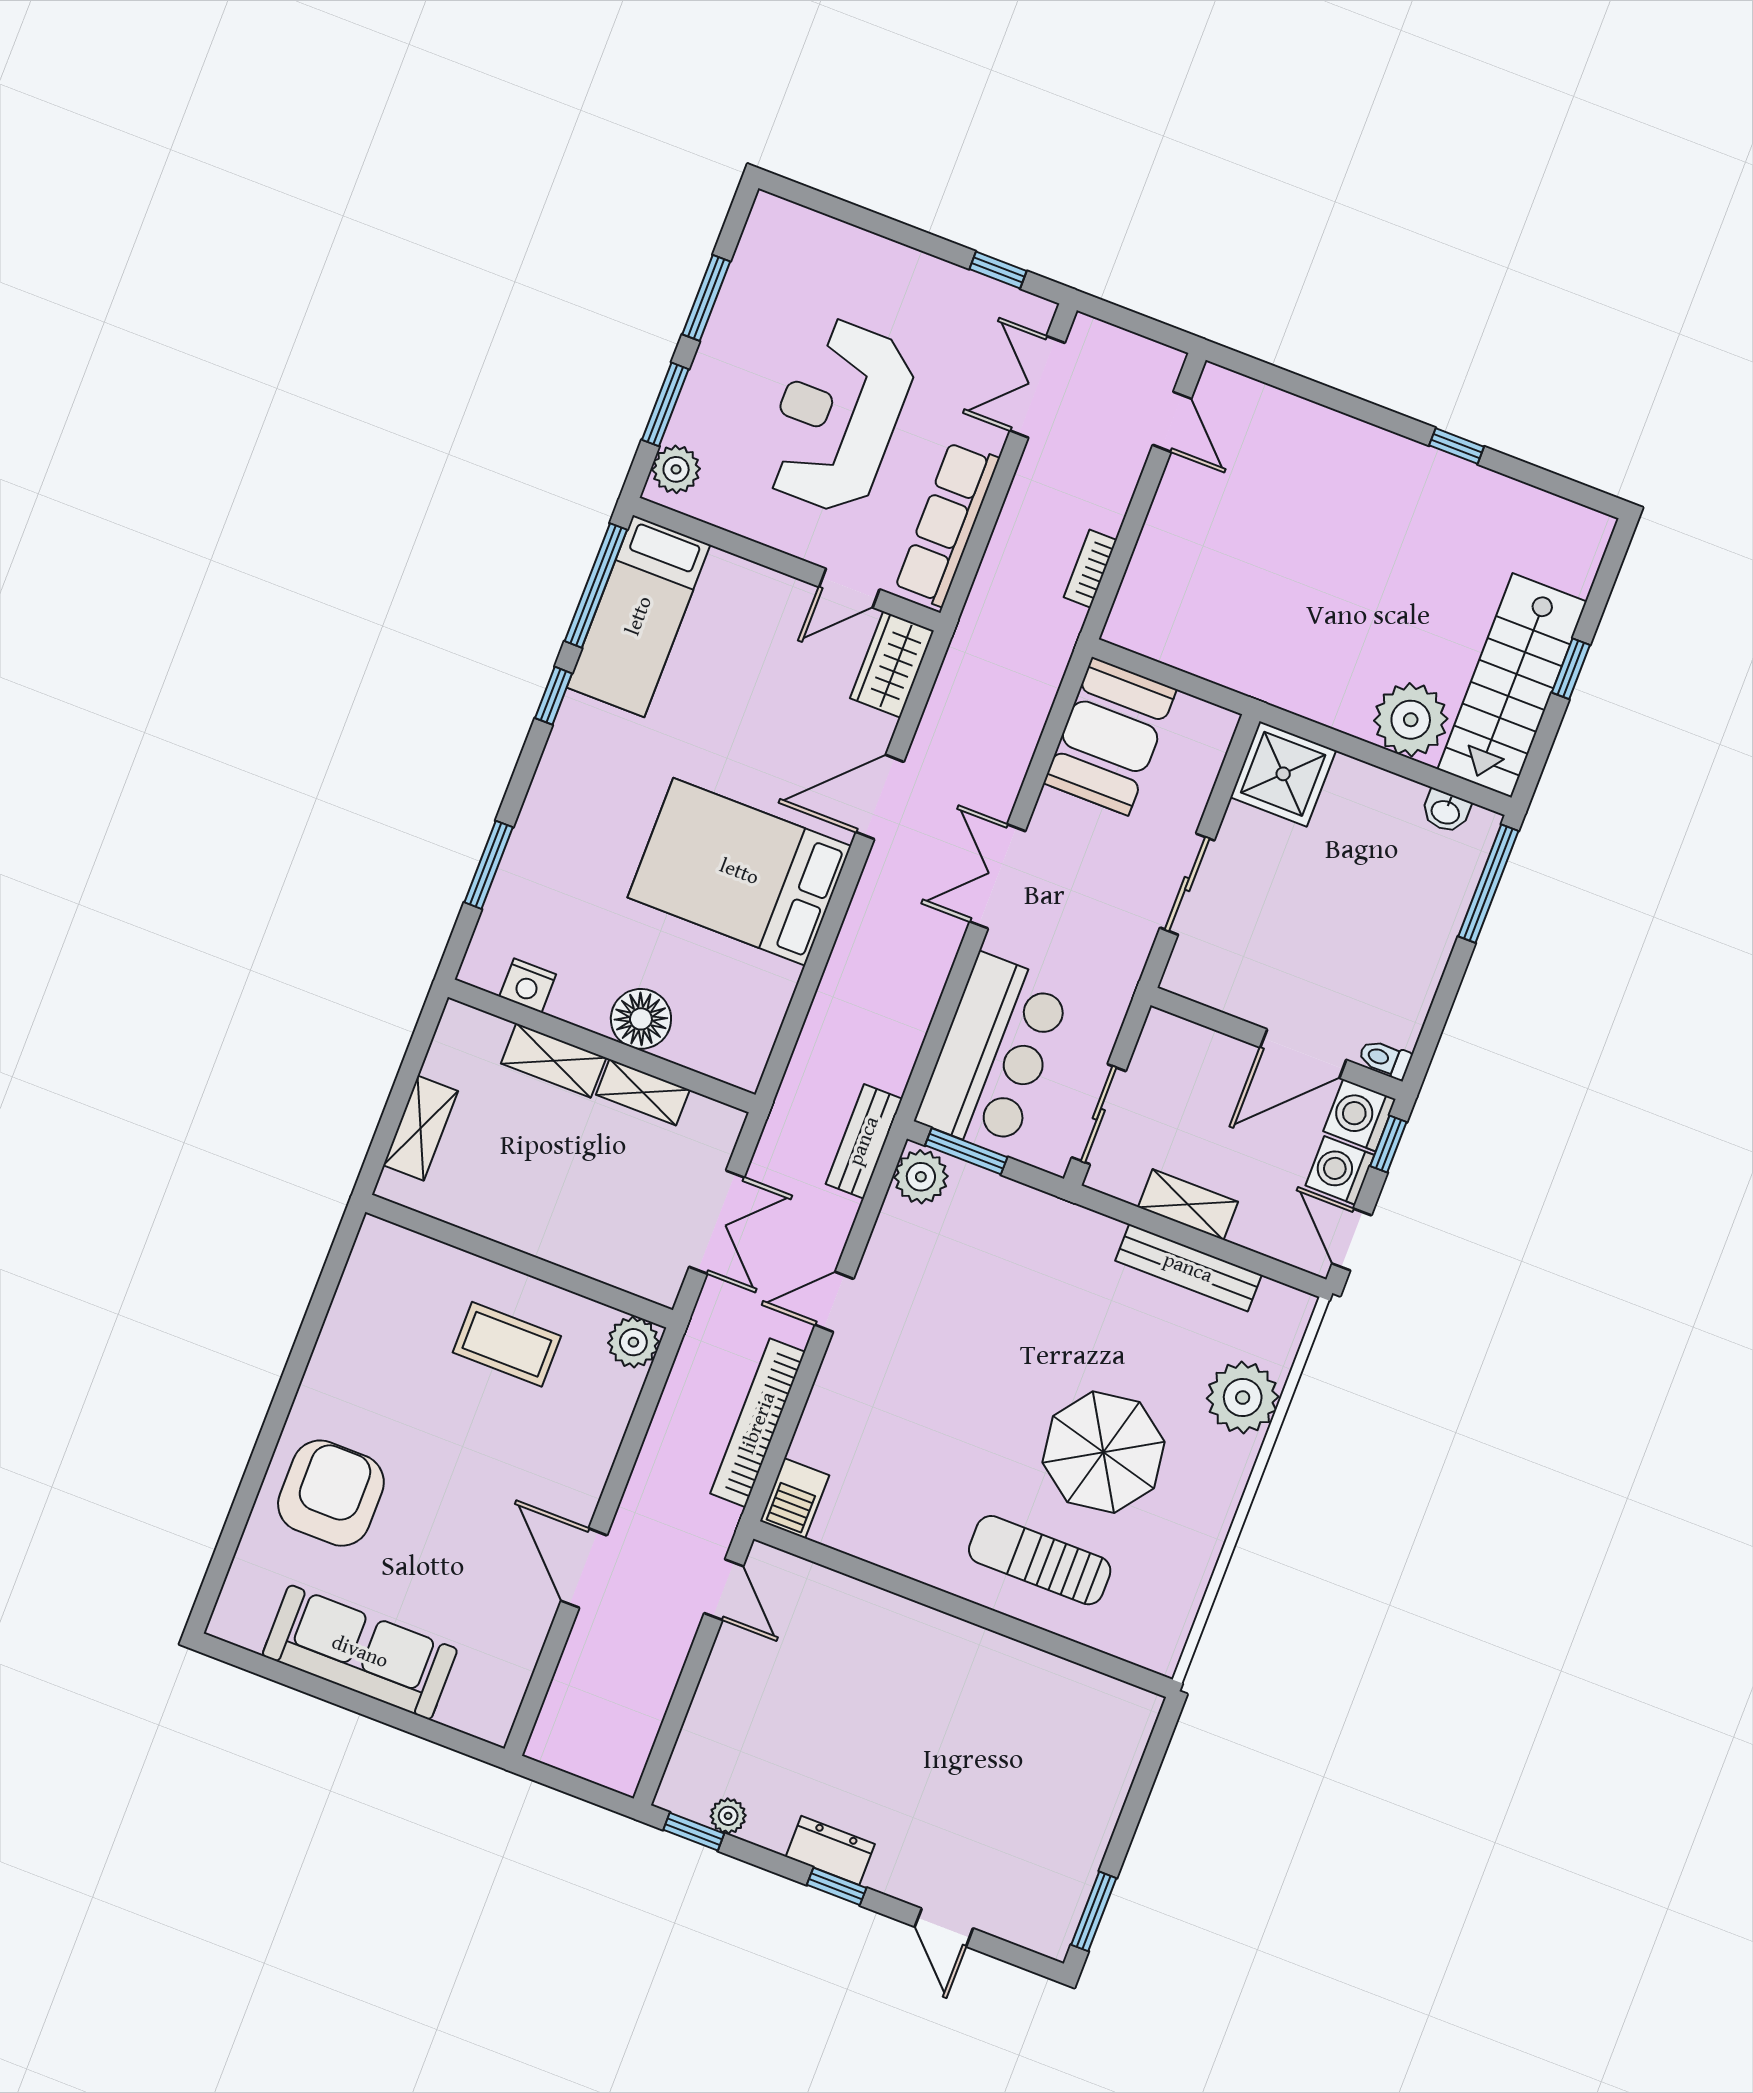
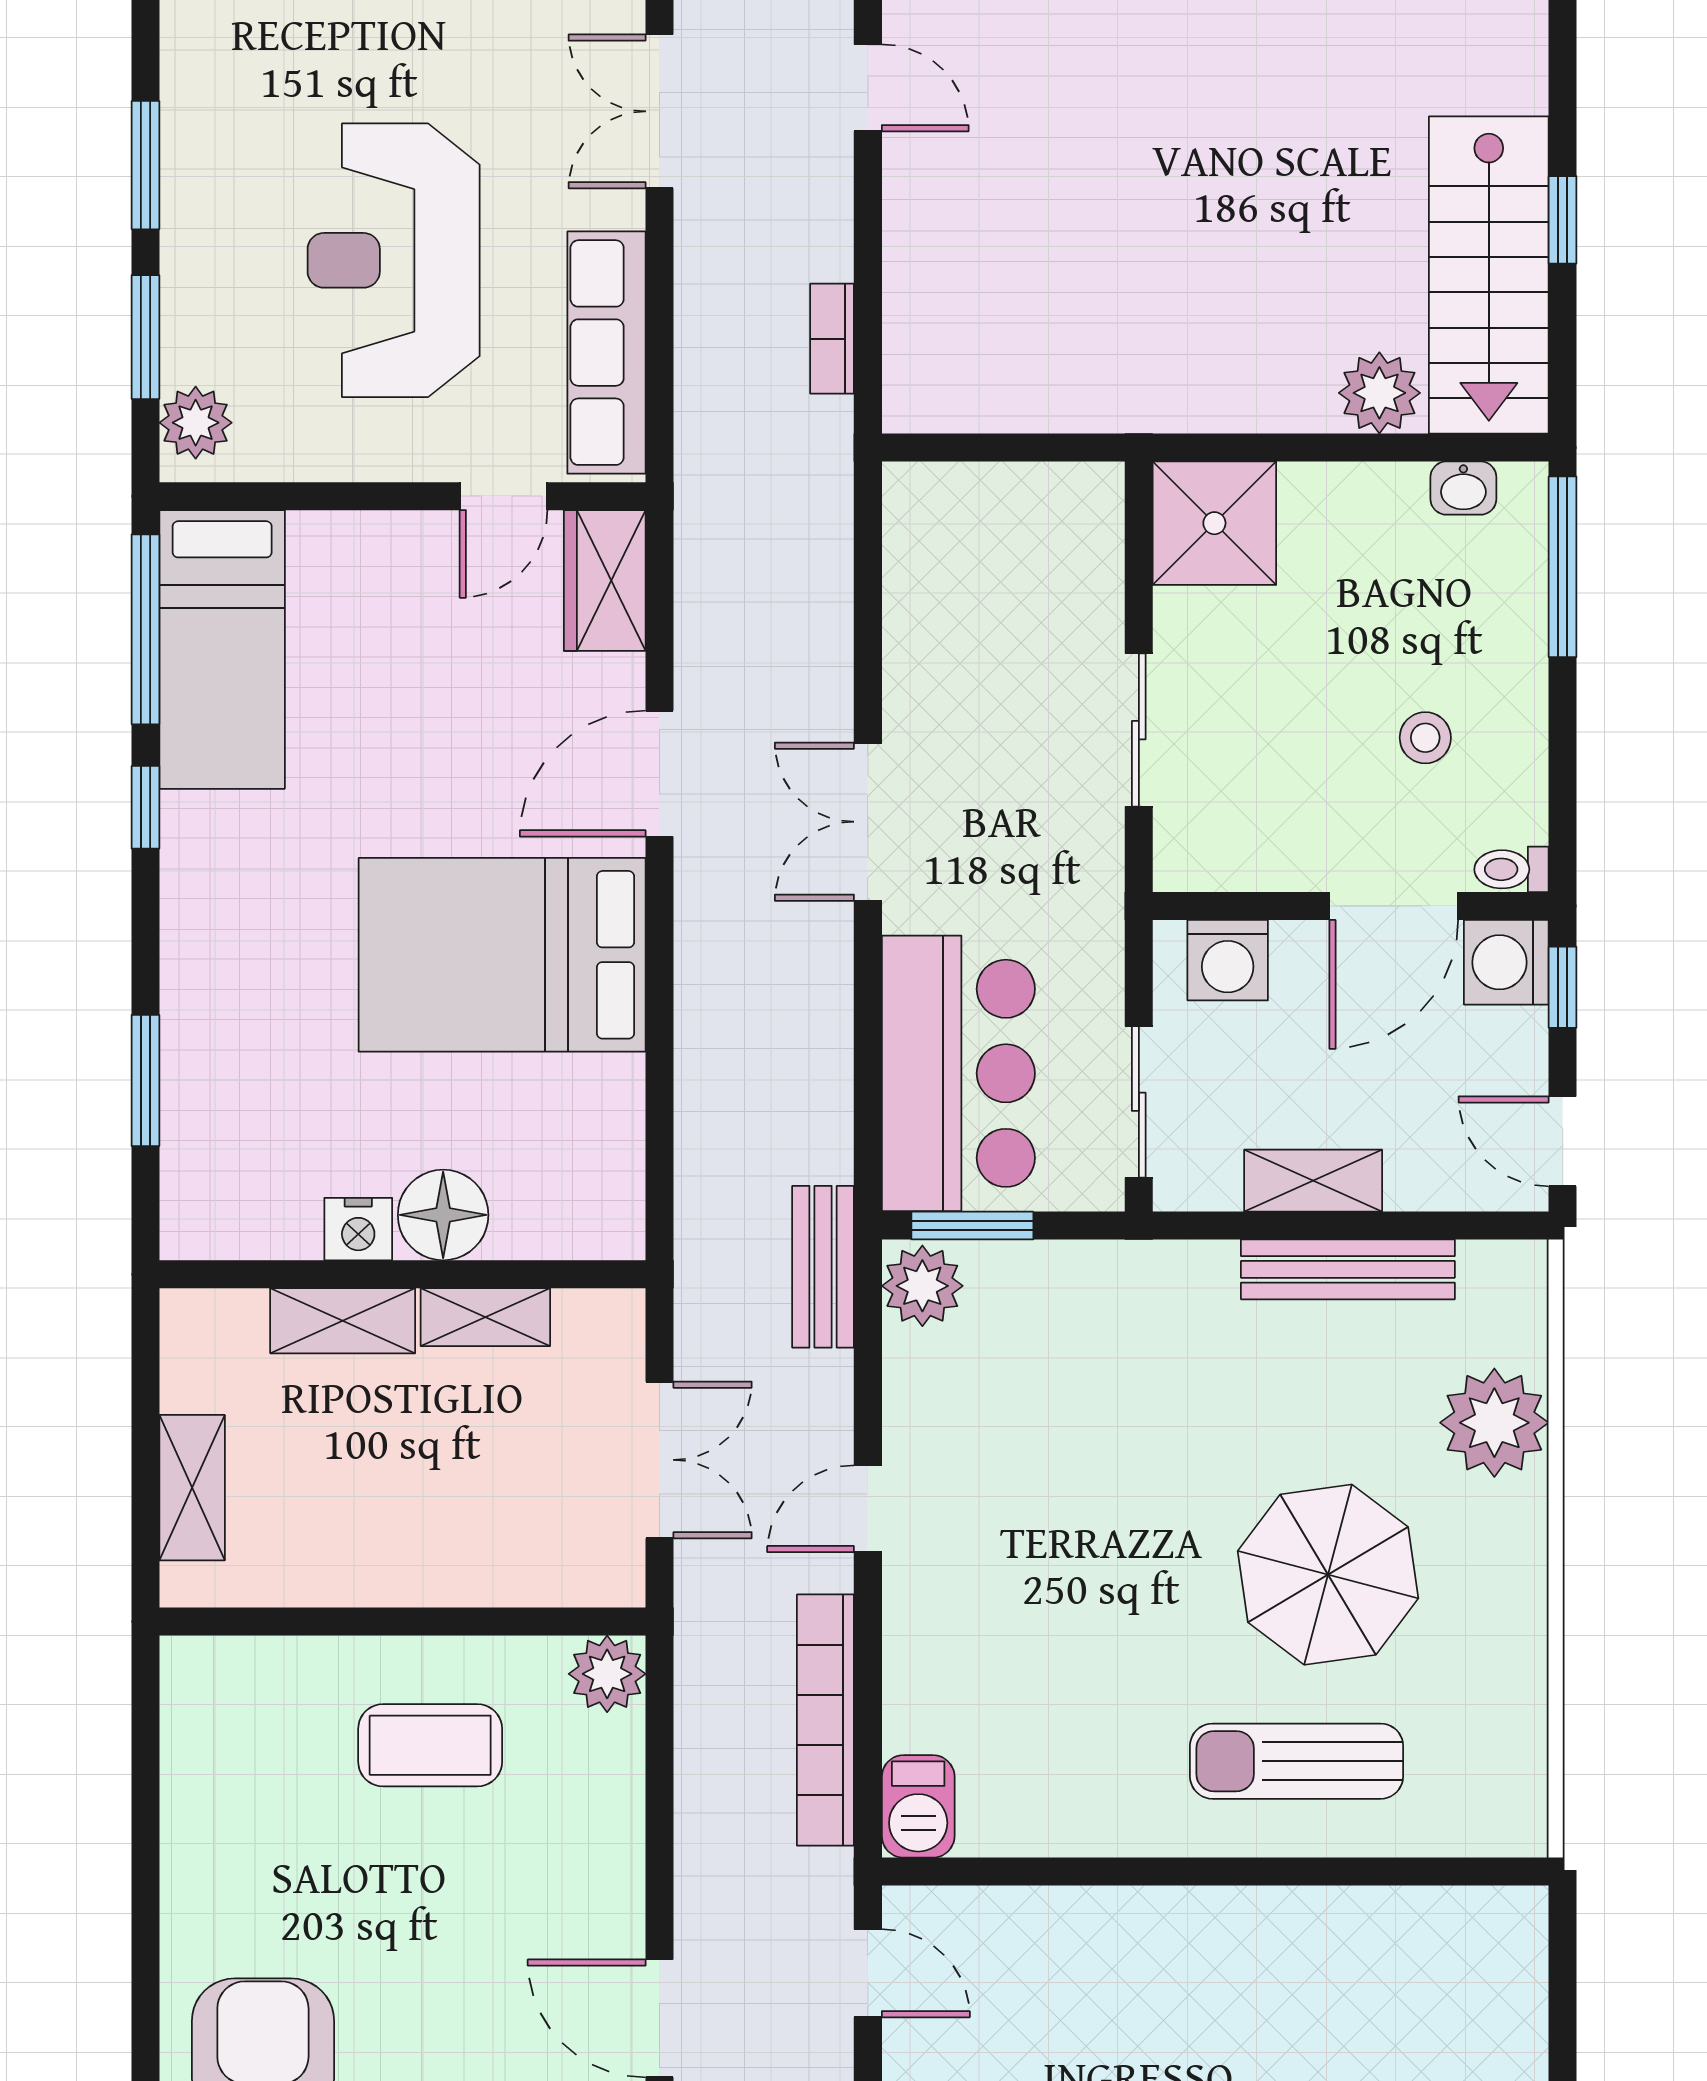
plant: (1411, 720) -> (1379, 393), width x0.73, depth x0.73
booth: (1110, 736) -> (951, 564), removed
stool: (1363, 957) -> (1425, 738), added
nightstand: (528, 985) -> (358, 1229), moved
washing machine: (1340, 1170) -> (1228, 960), moved, turned -90

